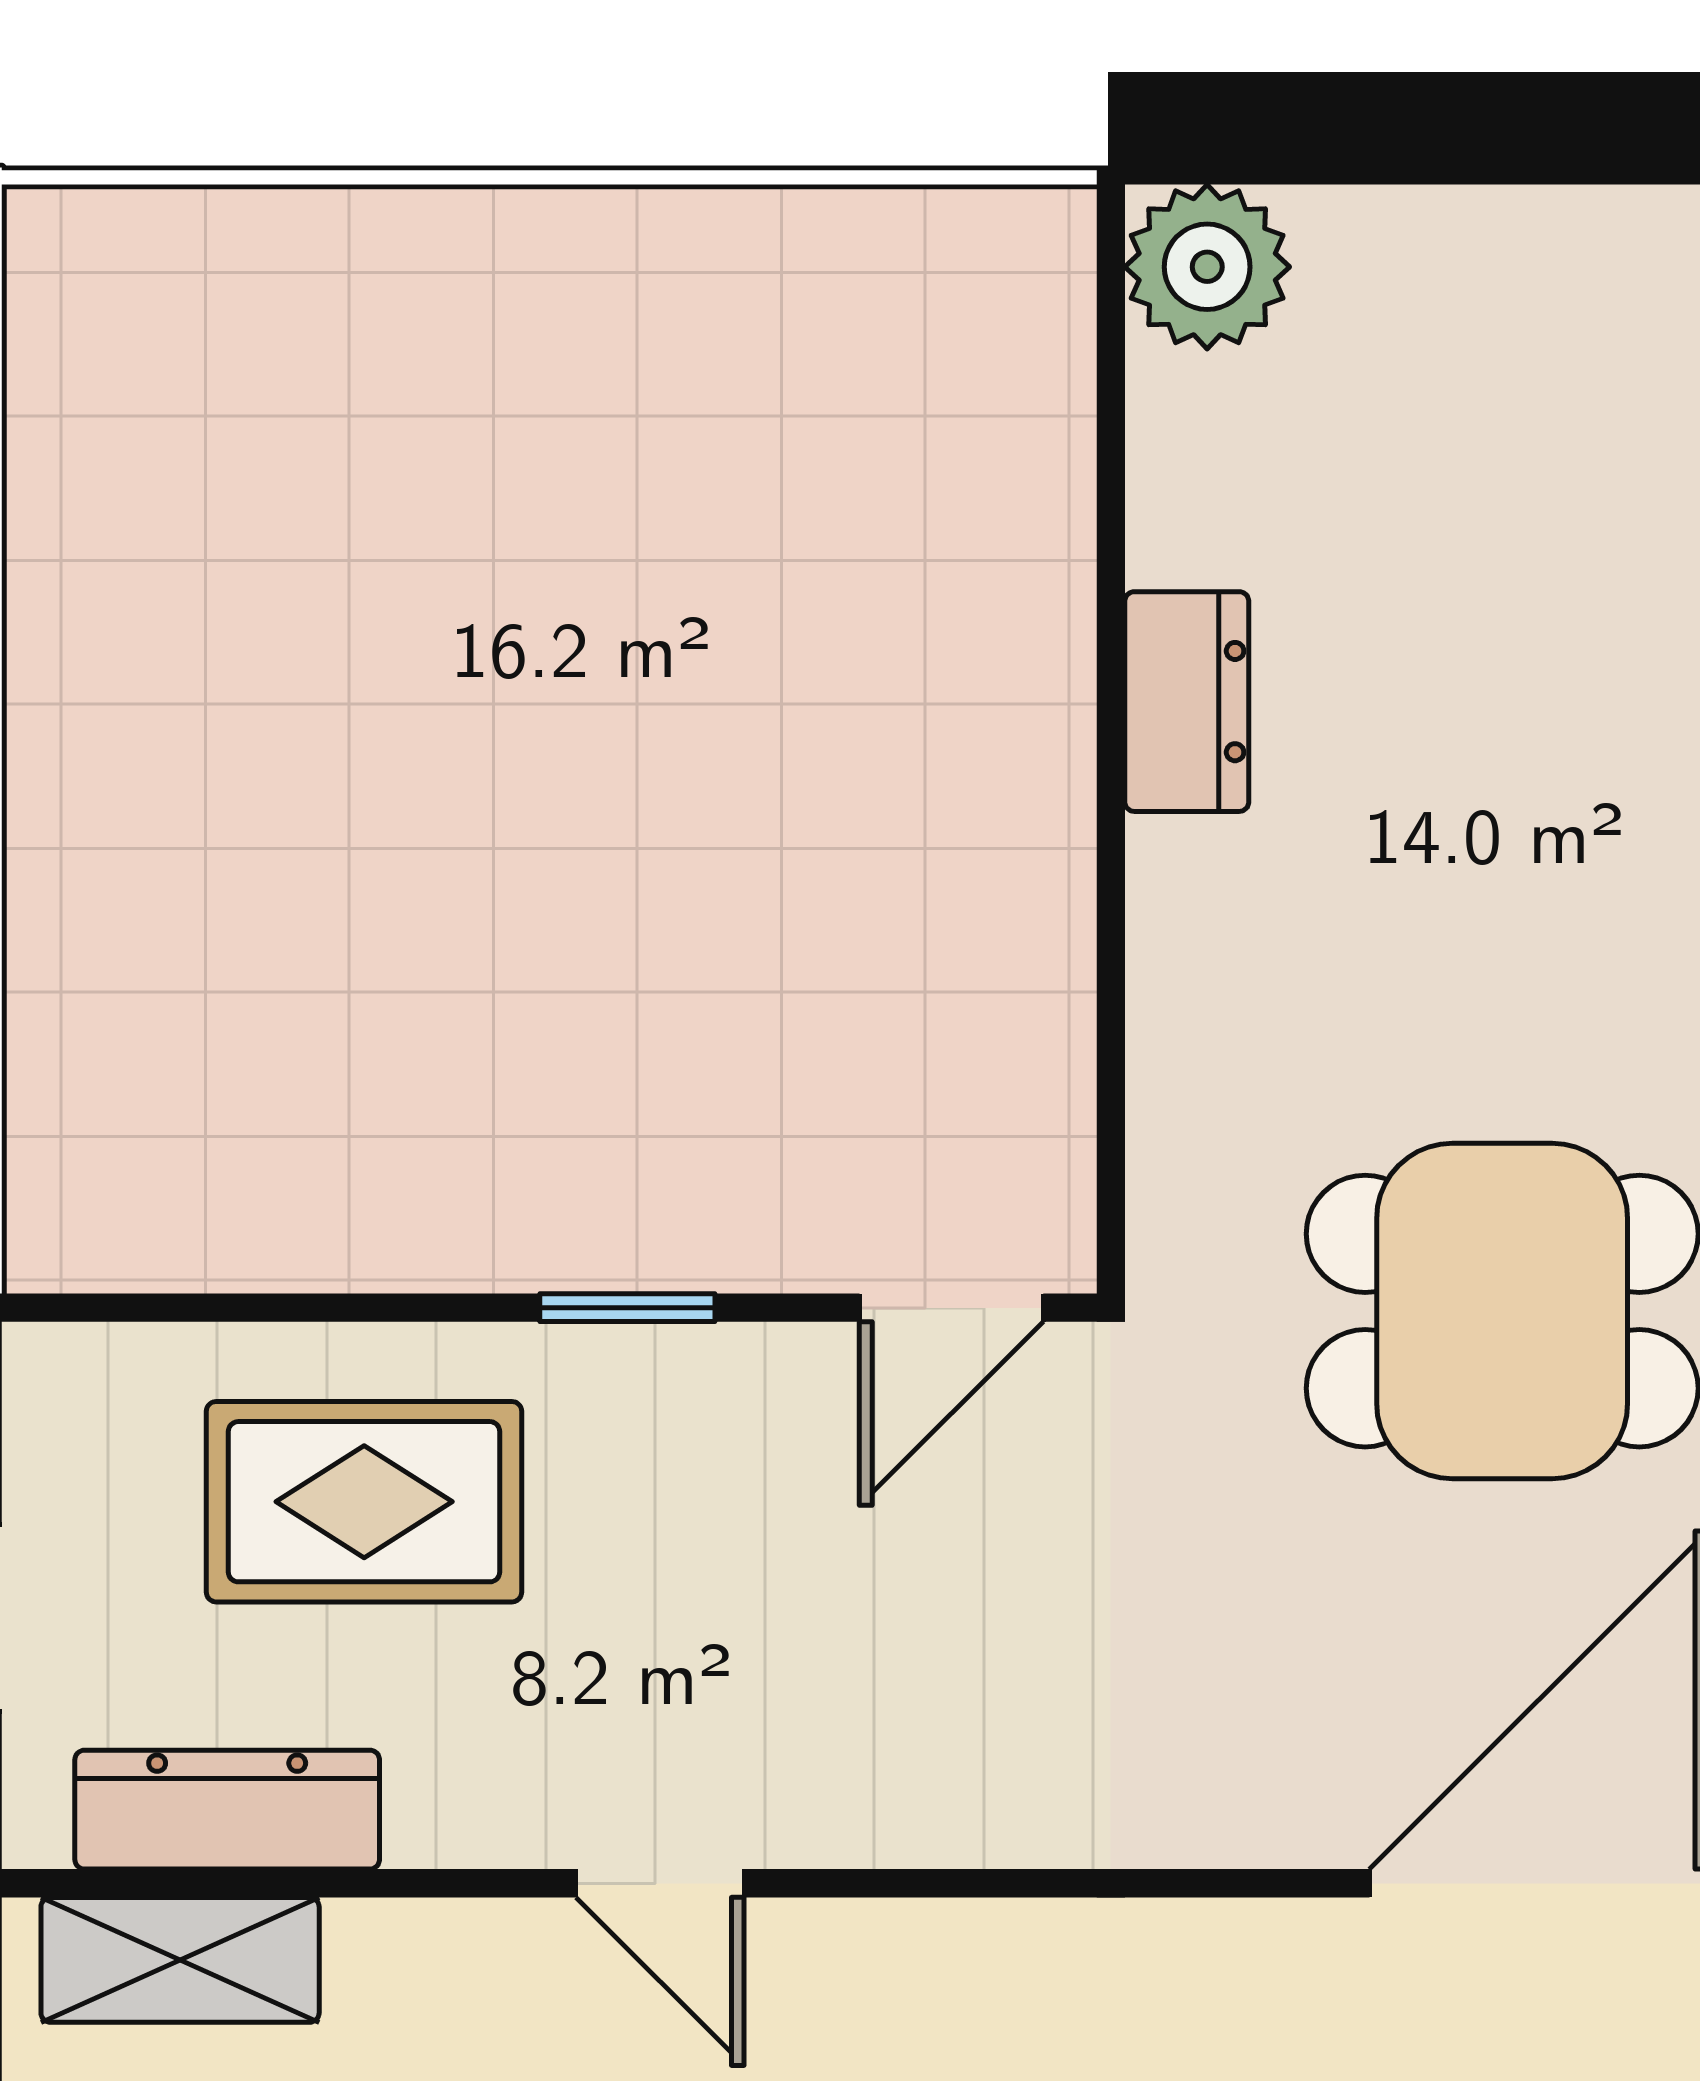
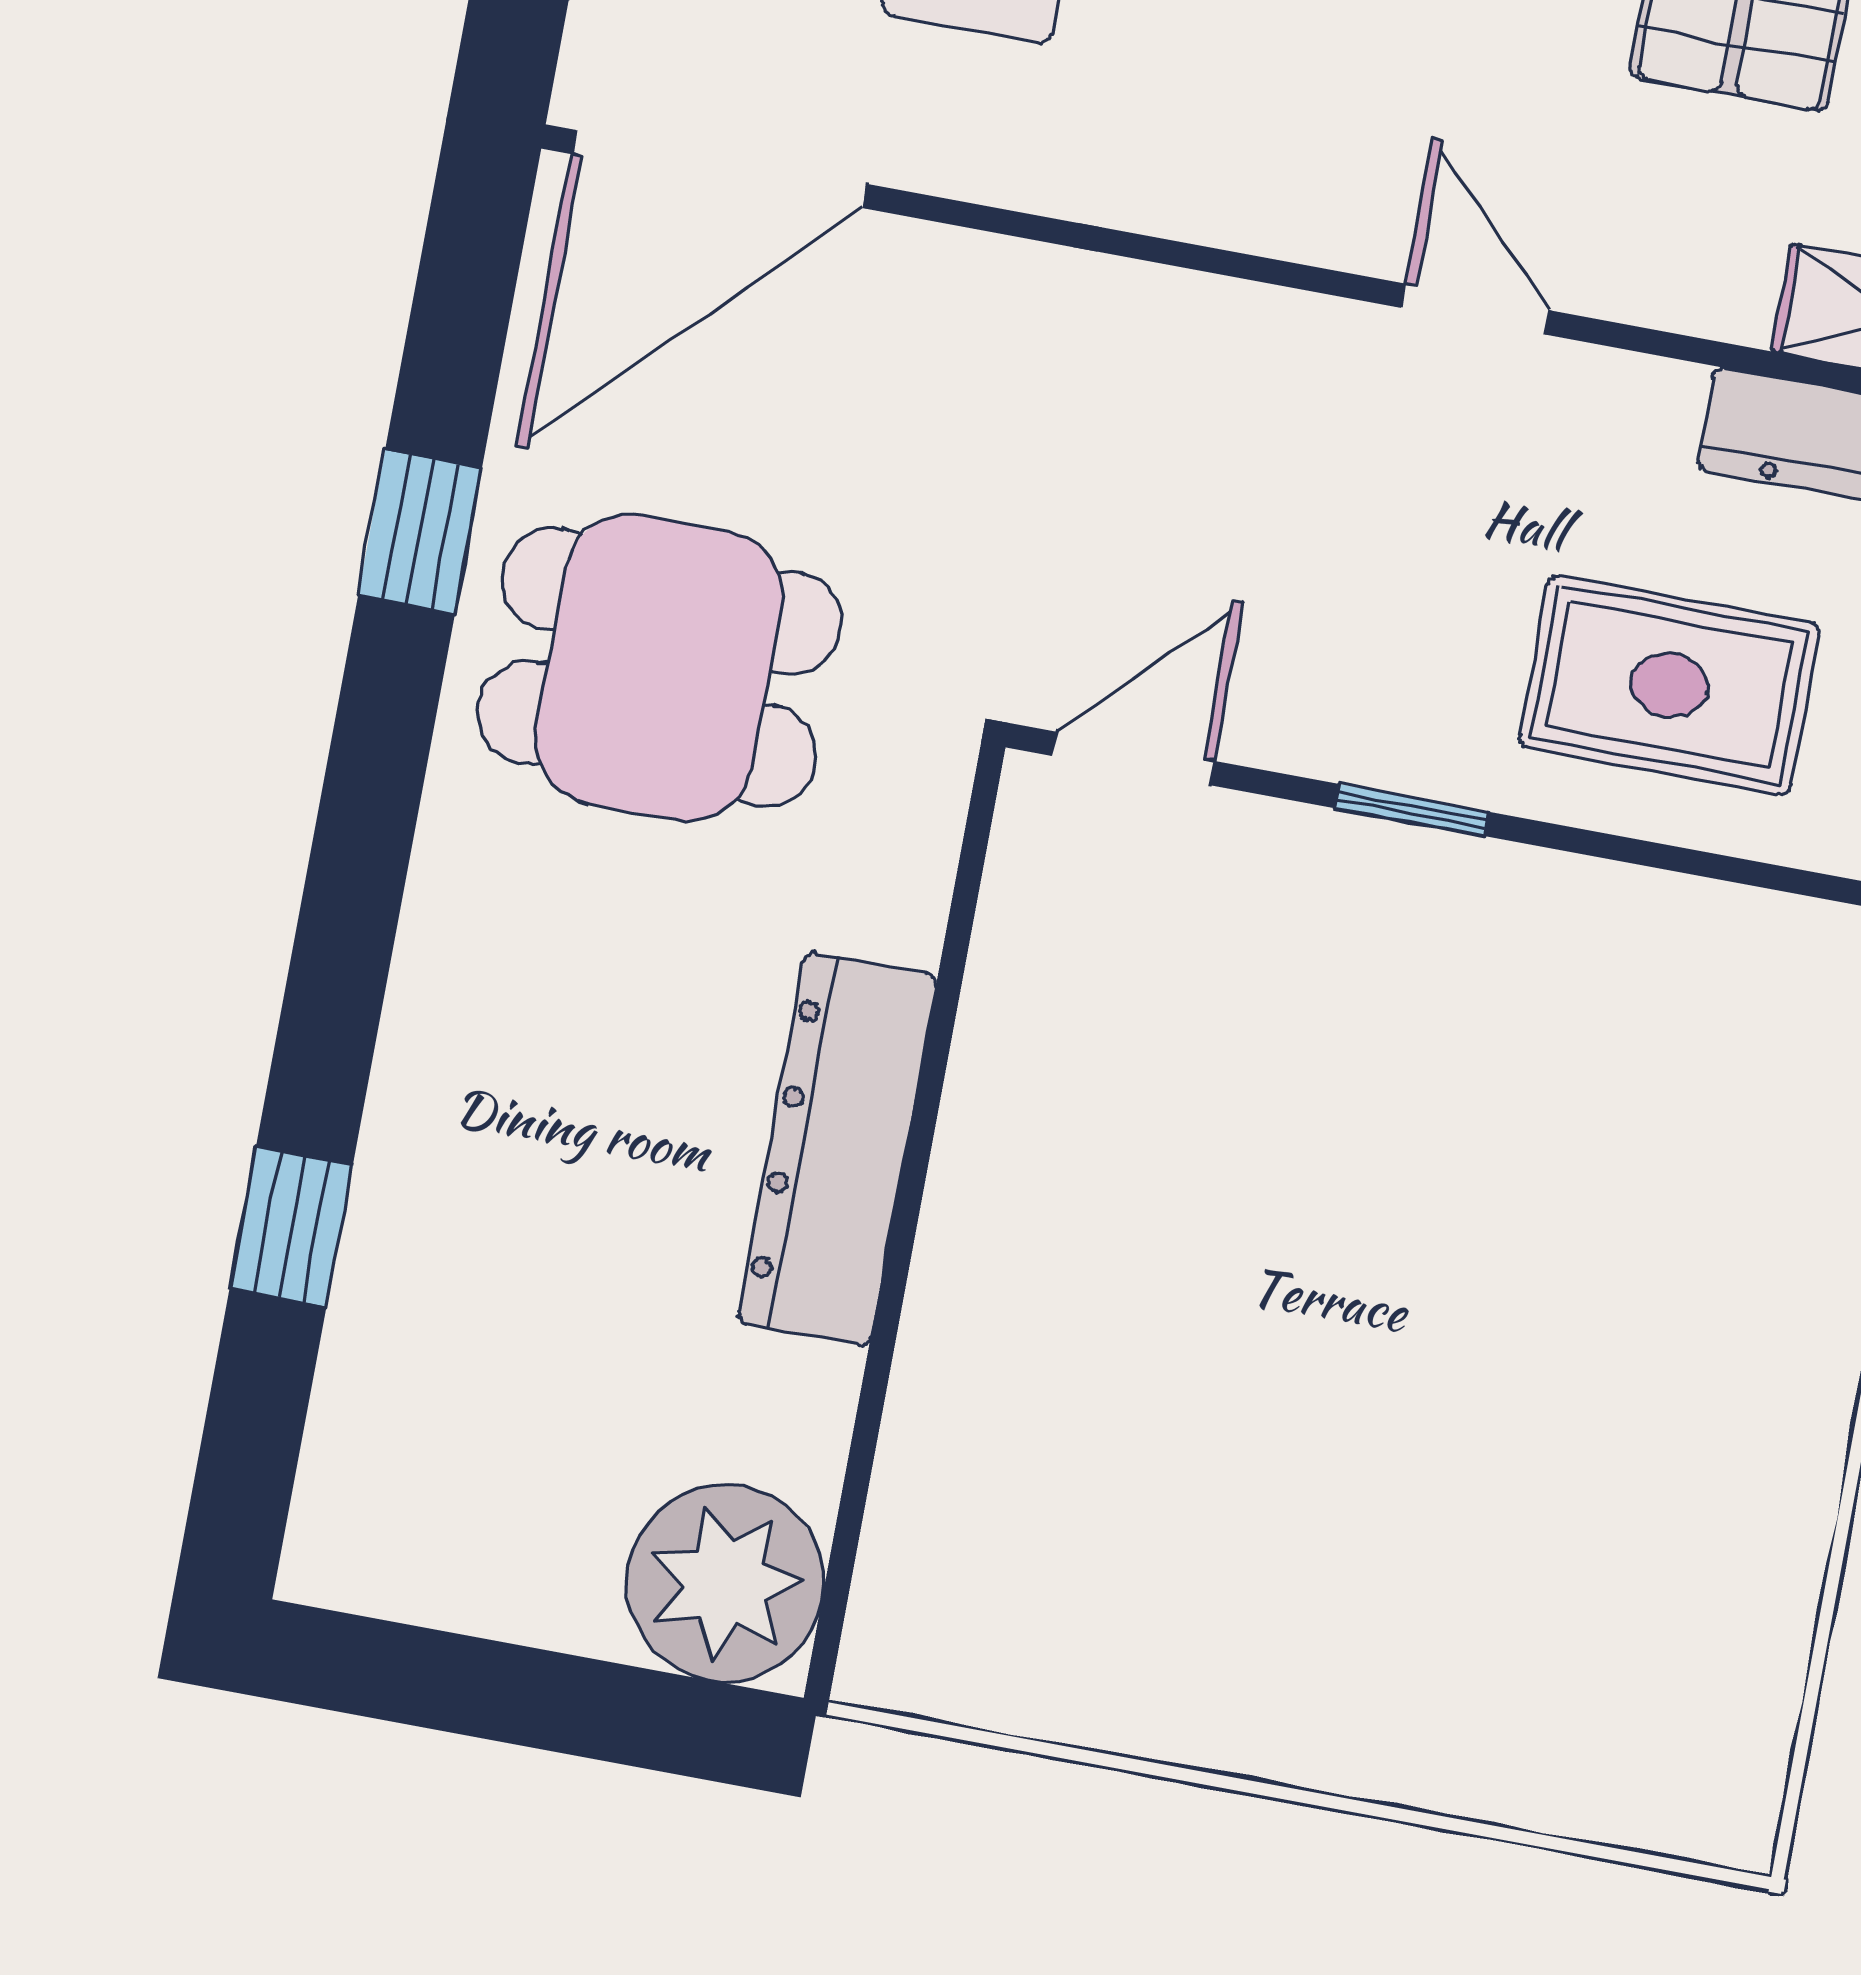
plant: (1207, 267) -> (725, 1583), width x1.36, depth x1.36
dresser: (1187, 702) -> (837, 1149), width x1.96, depth x1.24

